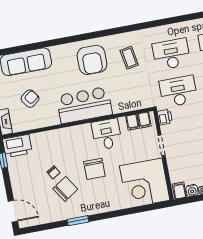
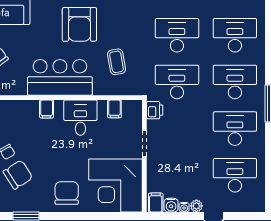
coffee table: (129, 58) -> (117, 62), moved
filing cabinet: (144, 120) -> (47, 109), moved
chair: (94, 169) -> (67, 193), moved, turned 180

